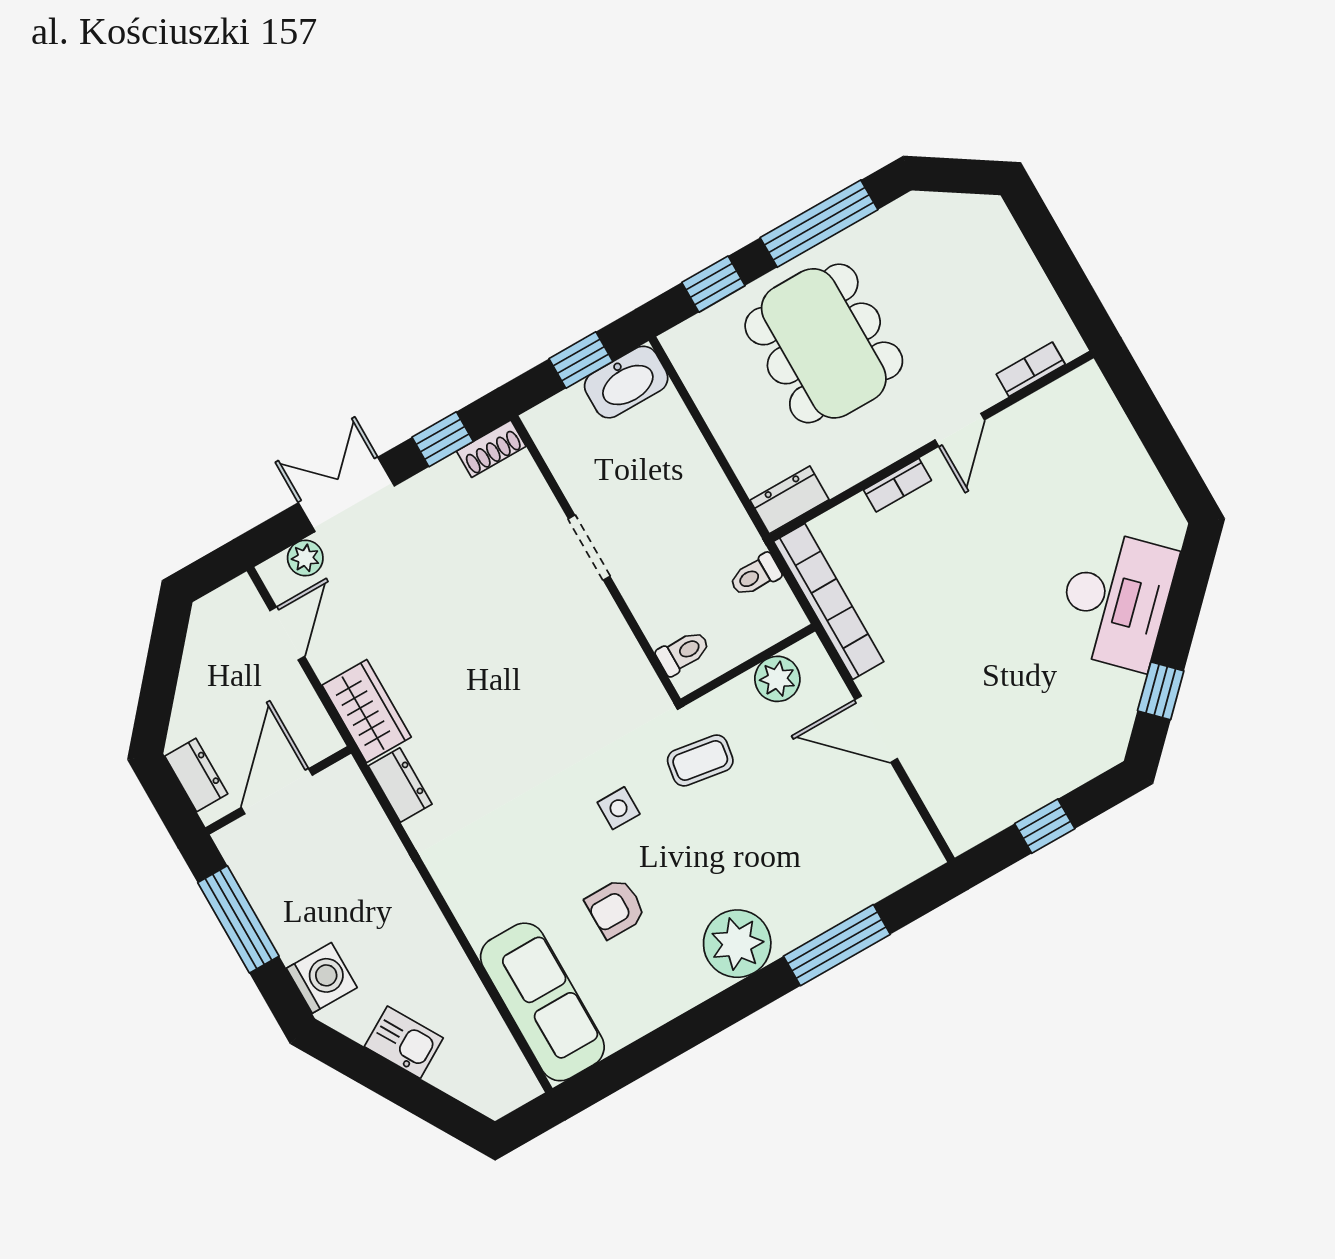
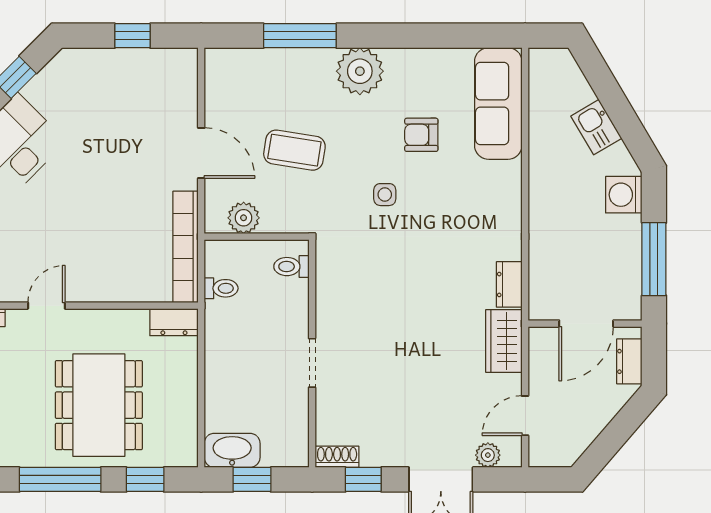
bookcase: (898, 485) -> (103, 294), removed
coffee table: (700, 760) -> (294, 150), moved, width x1.36, depth x1.30
armchair: (616, 908) -> (421, 135), turned 180

